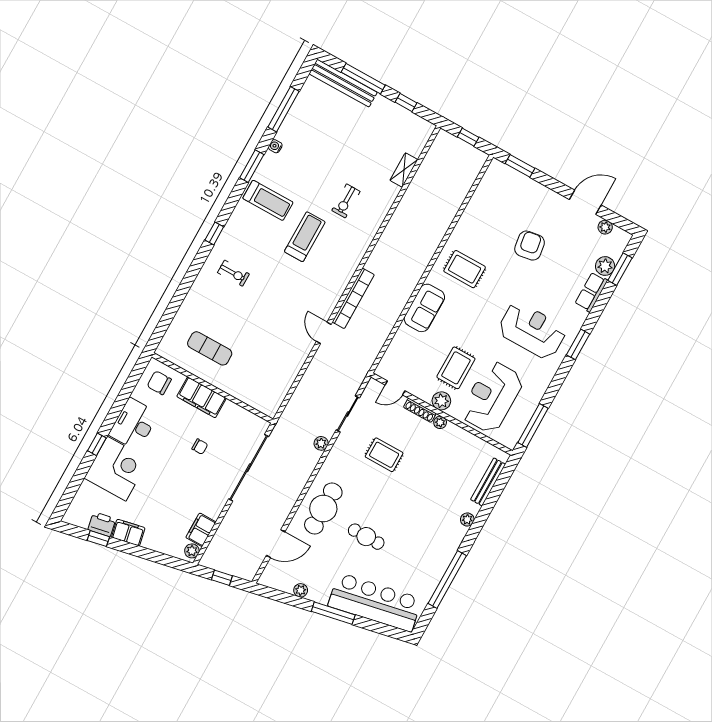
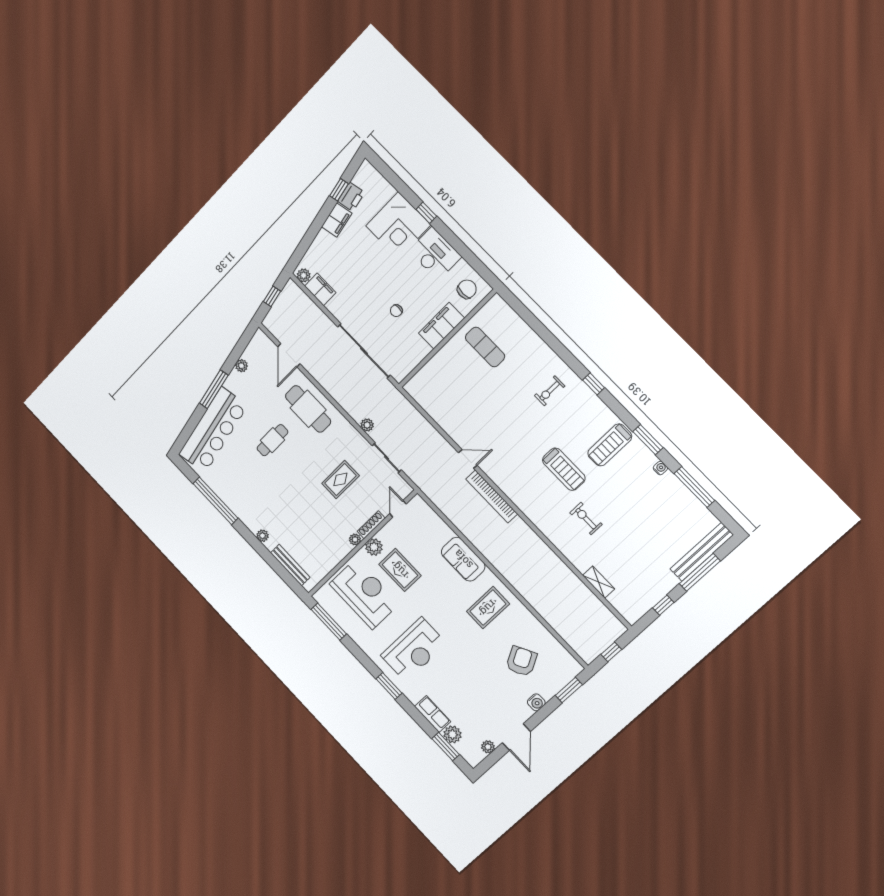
water cooler: (543, 193) -> (536, 702), added
armchair: (530, 246) -> (521, 661), moved, turned -109
exercise mat: (210, 348) -> (485, 347), turned 90

